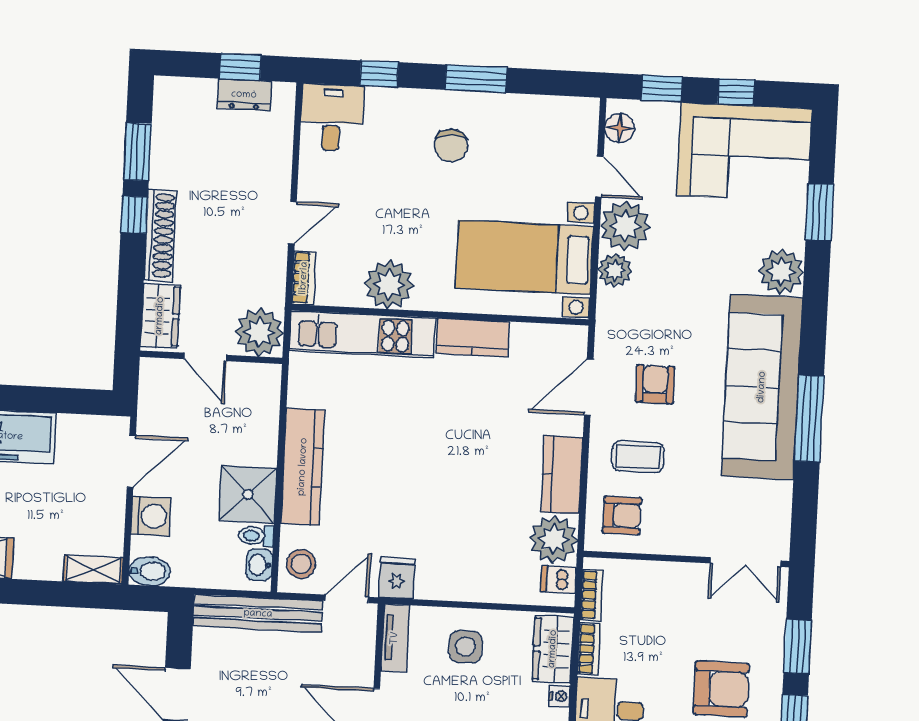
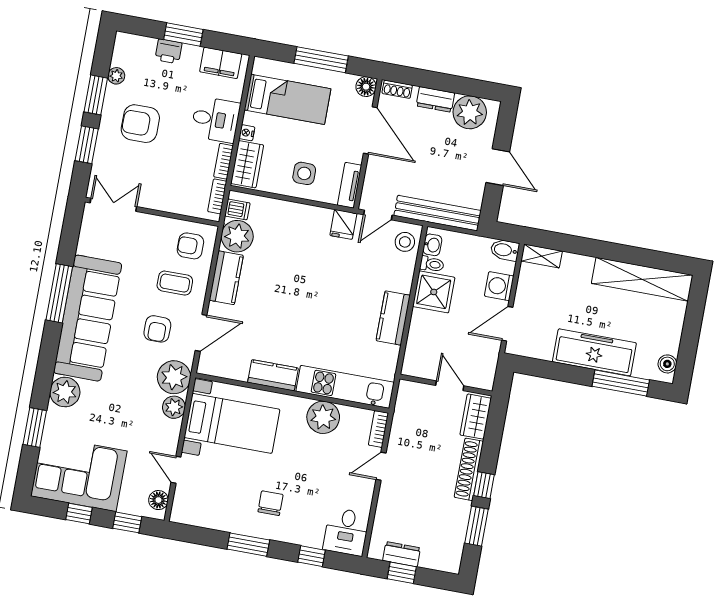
plant: (625, 226) -> (174, 377), moved
plant: (259, 332) -> (412, 397), removed
kitchen counter: (303, 467) -> (393, 318), width x0.67

